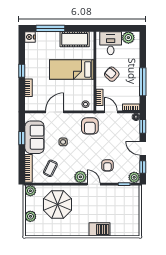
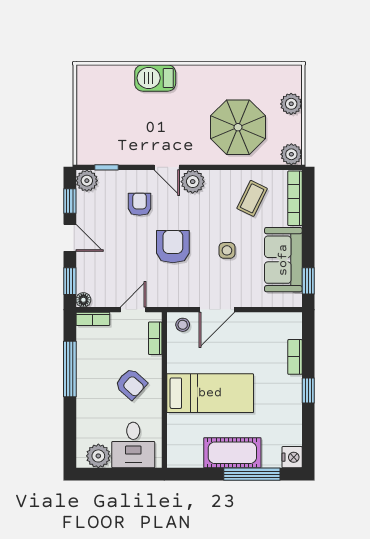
cot: (75, 39) -> (232, 453), moved
door: (55, 112) -> (217, 310), moved
door: (111, 112) -> (133, 310), swing flipped
armchair: (90, 126) -> (173, 247), moved
window: (22, 138) -> (308, 281), moved

